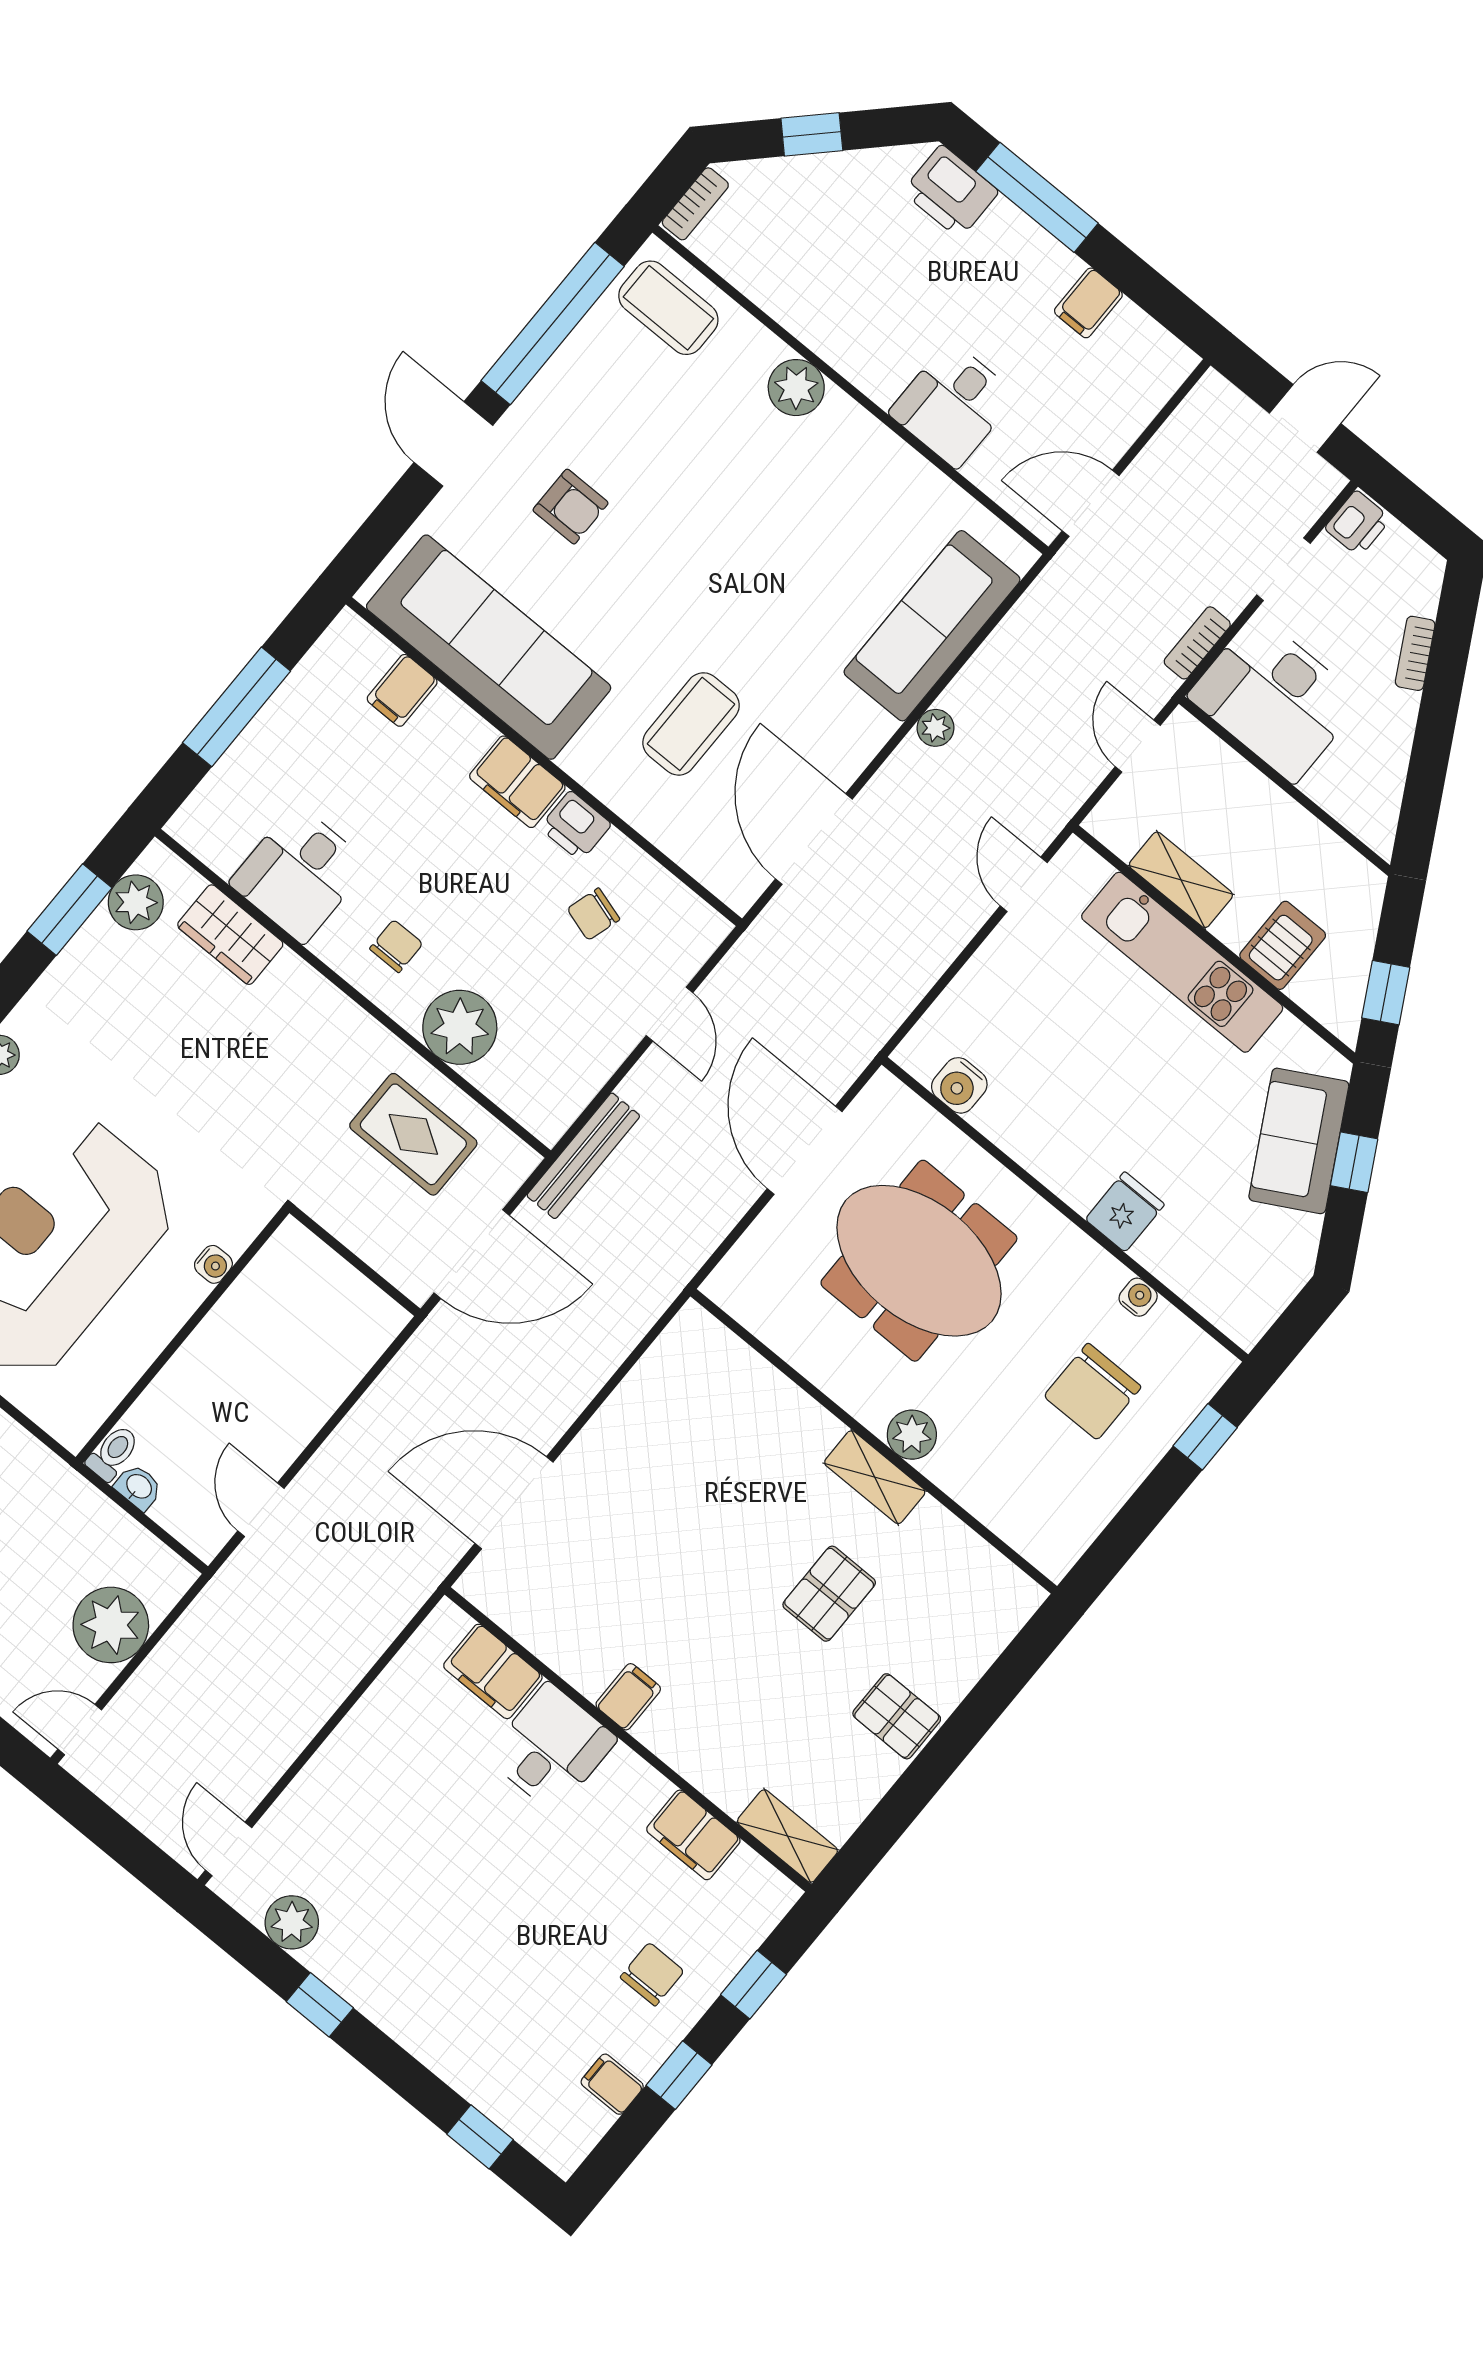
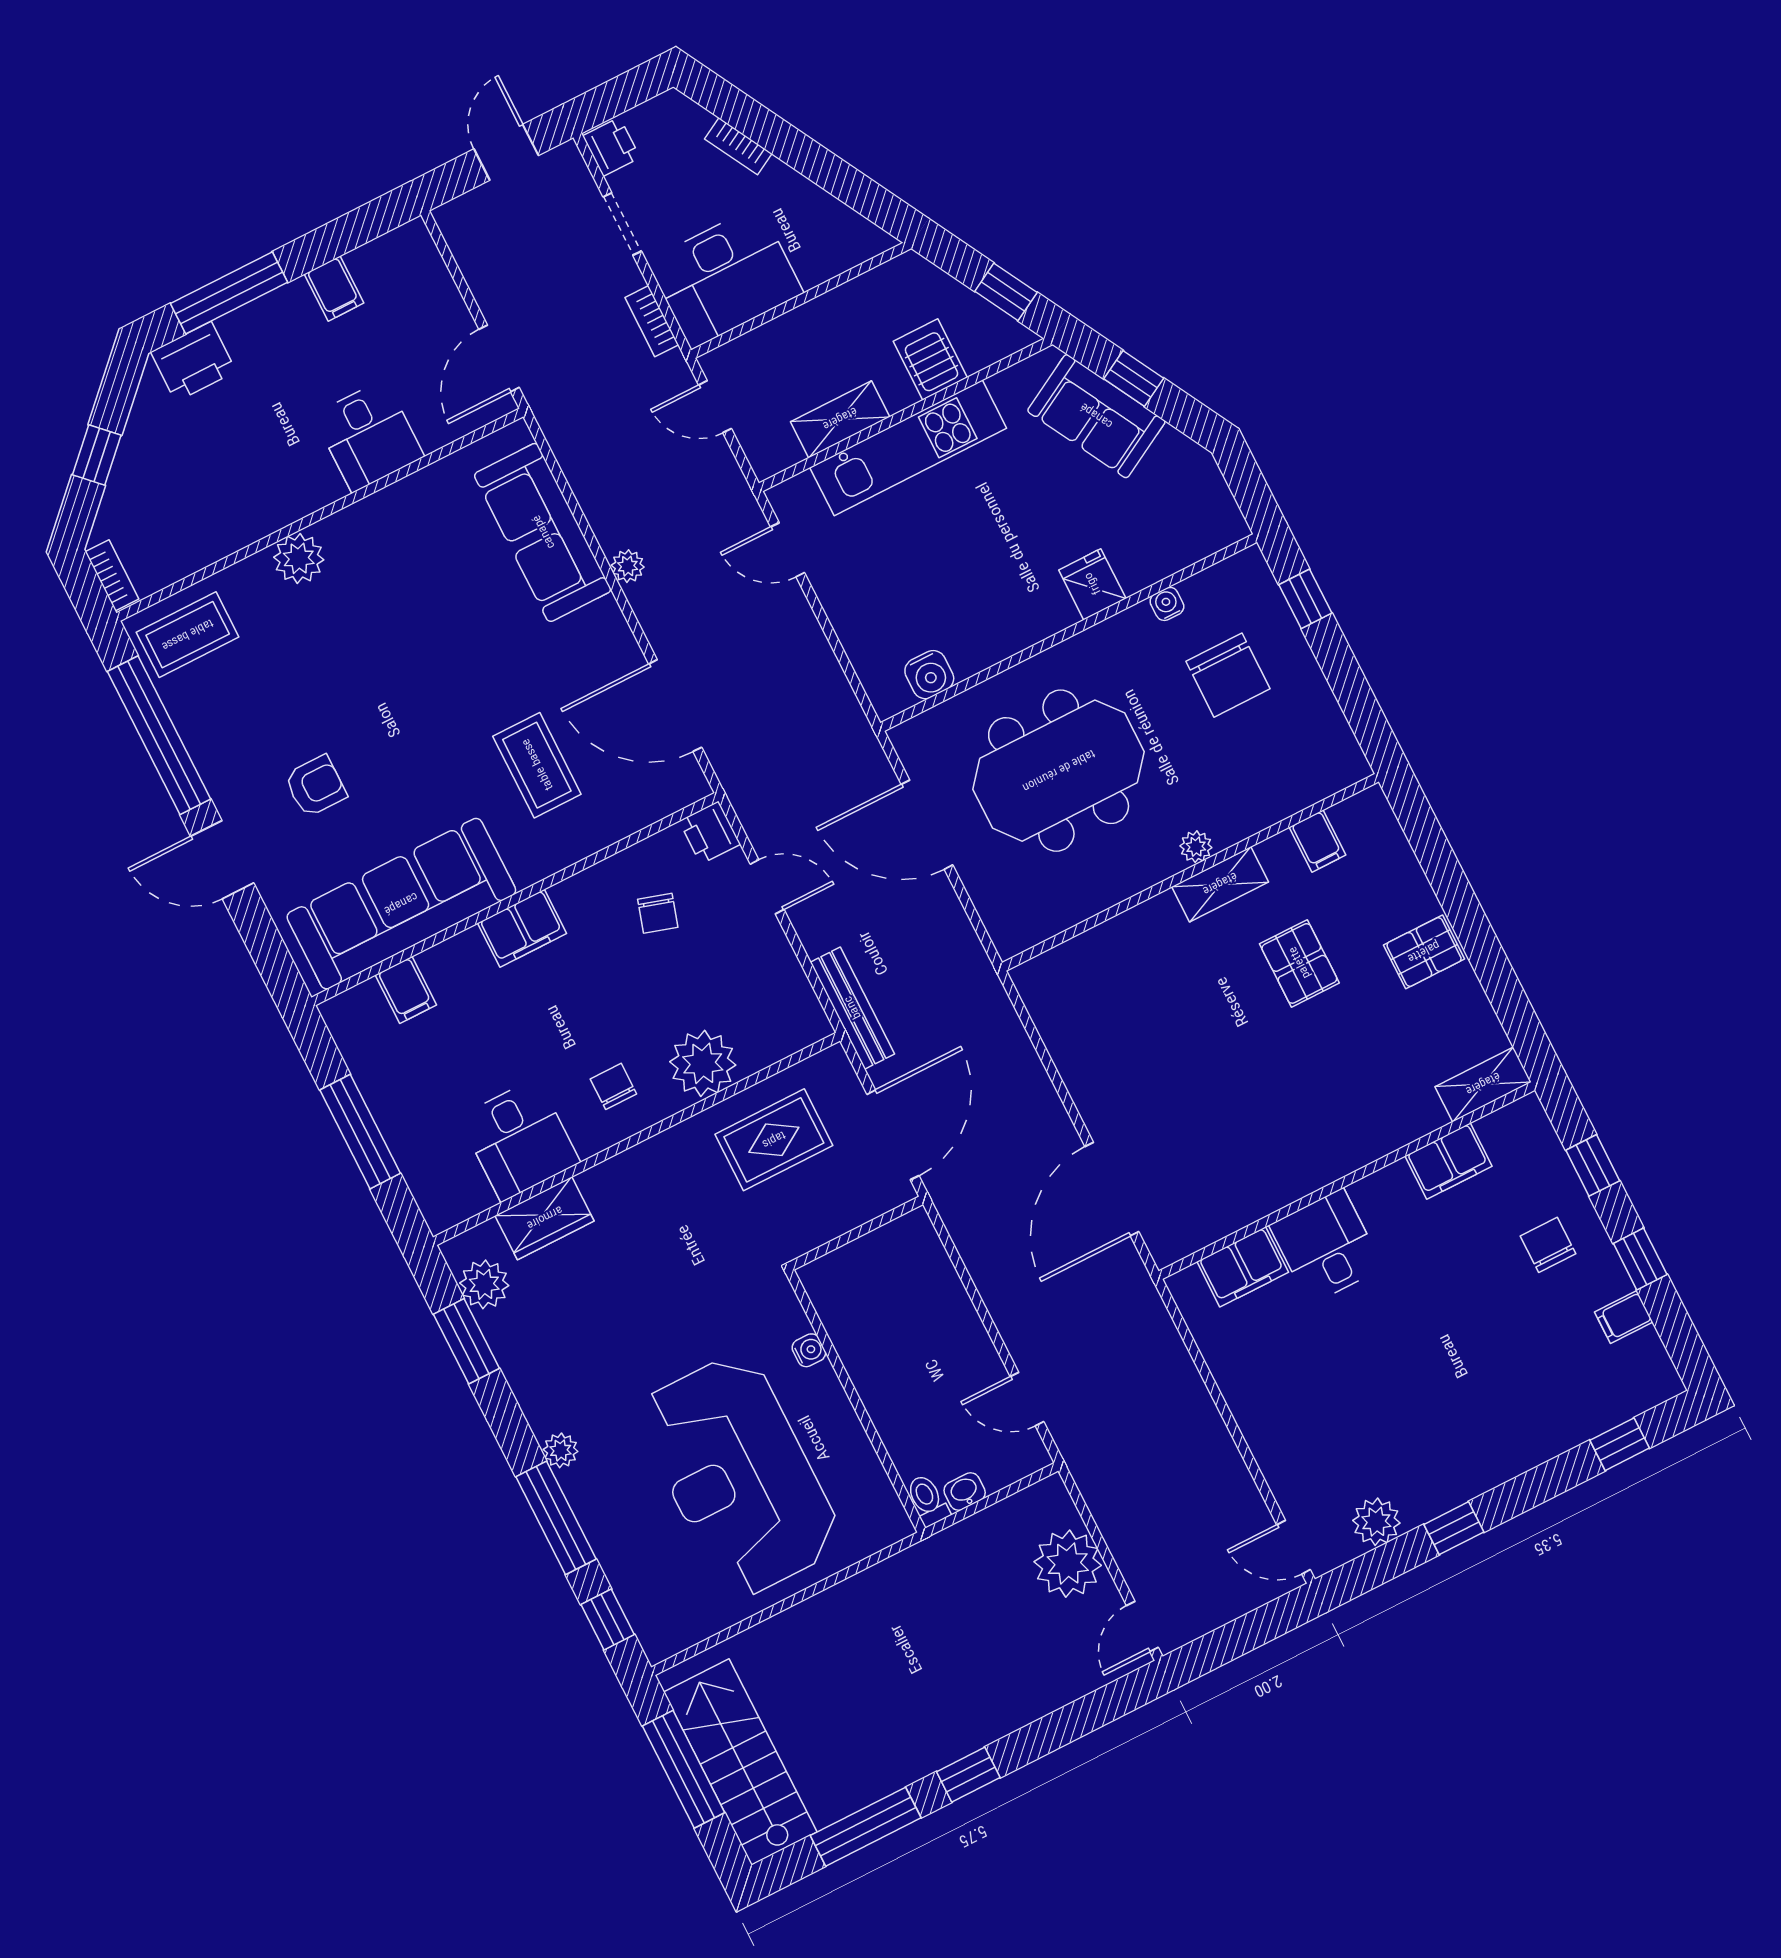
printer: (576, 826) -> (710, 833), moved, turned 90
plant: (912, 1435) -> (1196, 847), width x0.73, depth x0.73
filing cabinet: (628, 1697) -> (1317, 841), moved, turned 180

